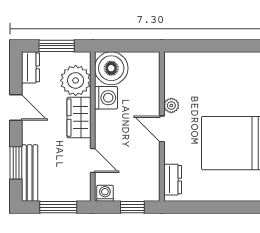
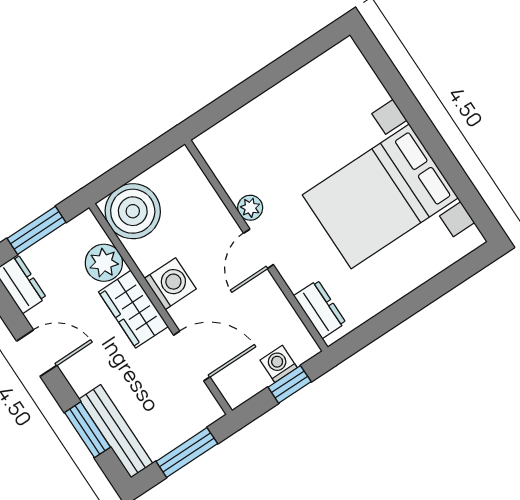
plant: (76, 80) -> (104, 263), width x0.73, depth x0.73
washing machine: (106, 98) -> (170, 284), moved
door: (162, 129) -> (259, 249), hinge flipped
door: (93, 160) -> (192, 356), width x1.38
washing machine: (105, 193) -> (279, 364), moved

